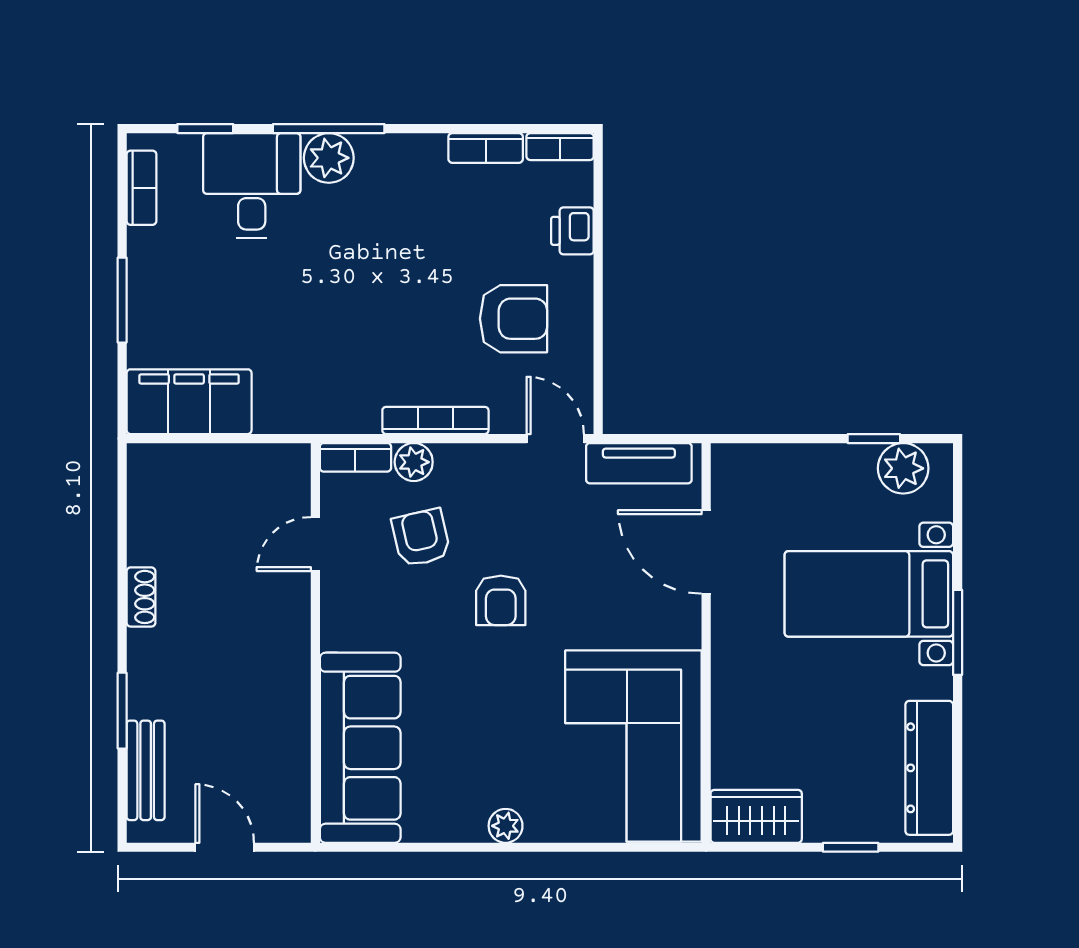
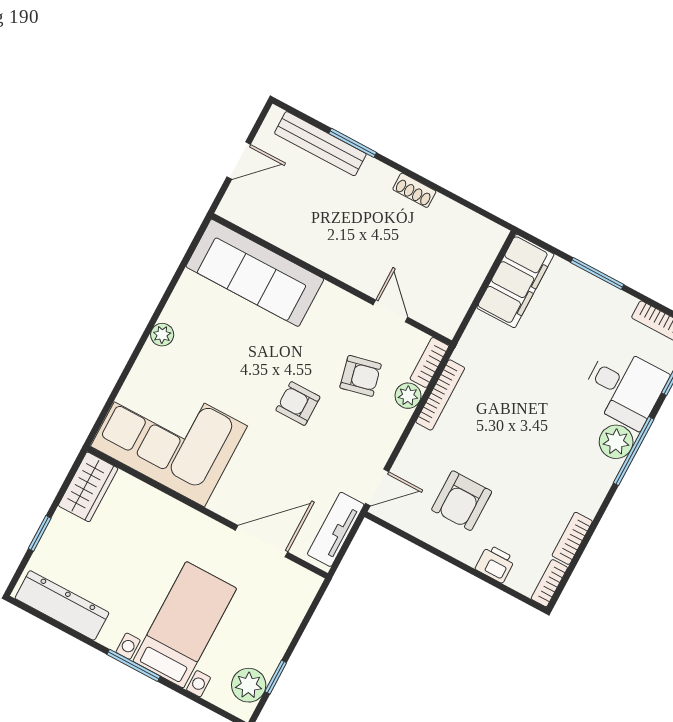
bookcase: (435, 420) -> (440, 395), moved
bench: (146, 770) -> (320, 144), width x1.36

